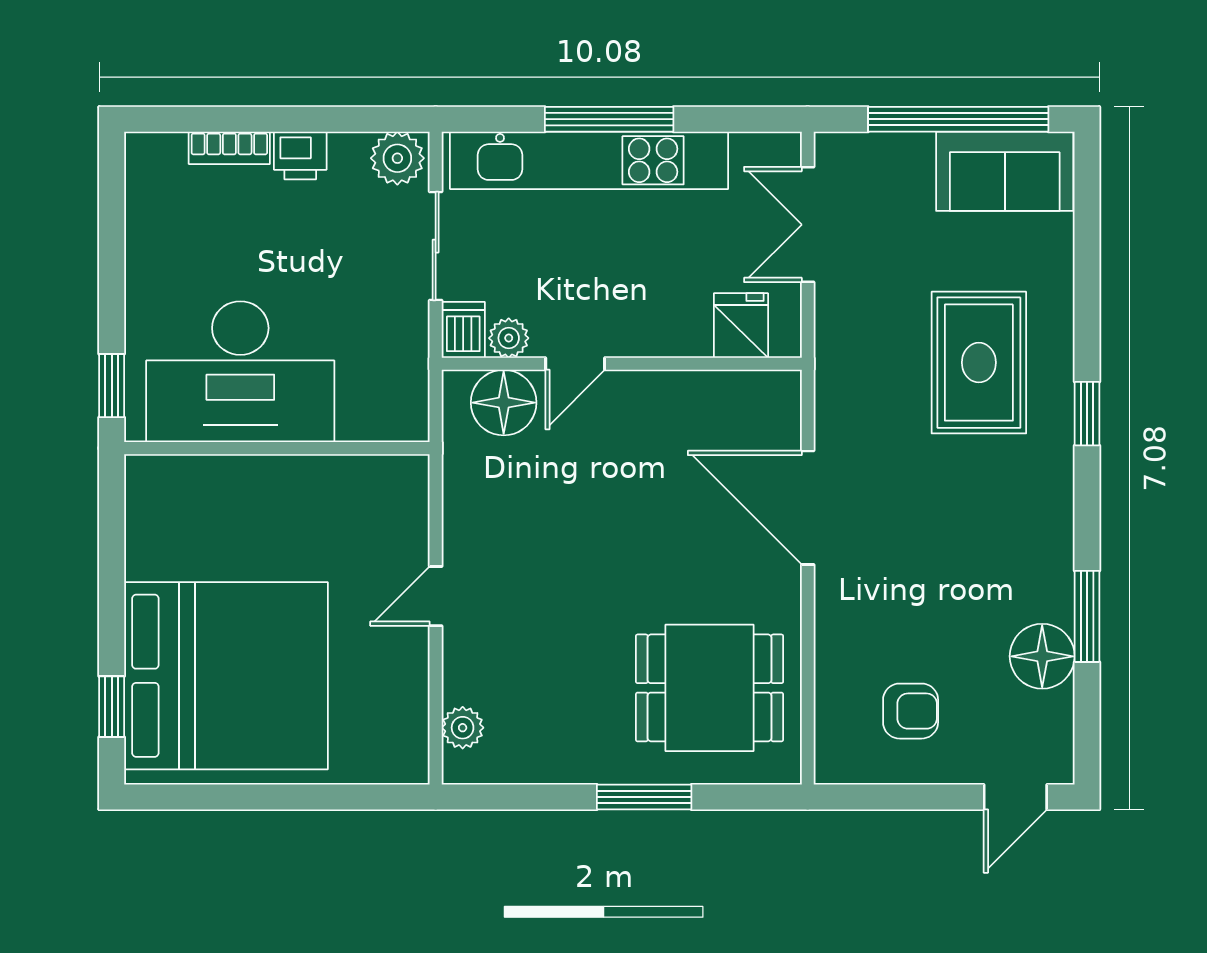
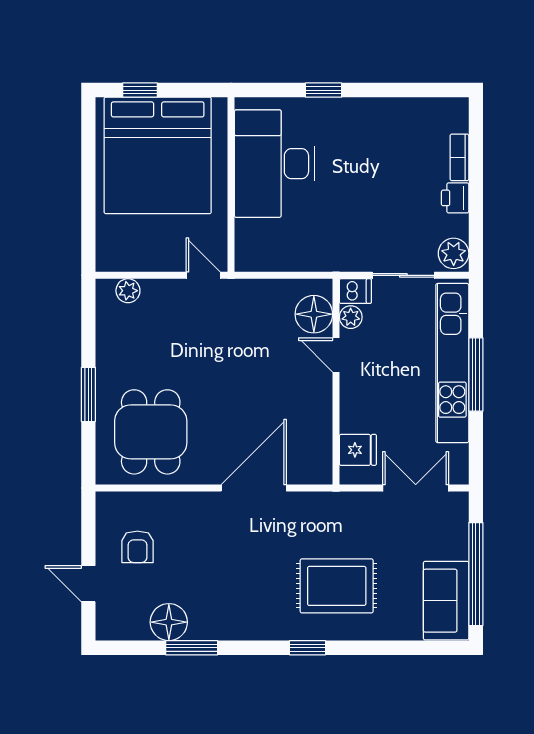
desk: (240, 372) -> (275, 164), moved
wall: (277, 448) -> (231, 185), moved
door: (1015, 797) -> (88, 584), moved

